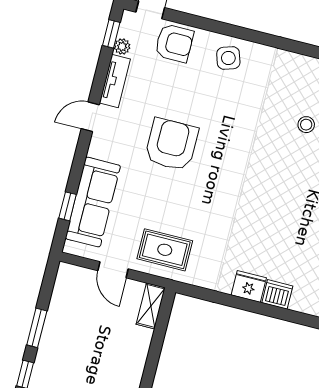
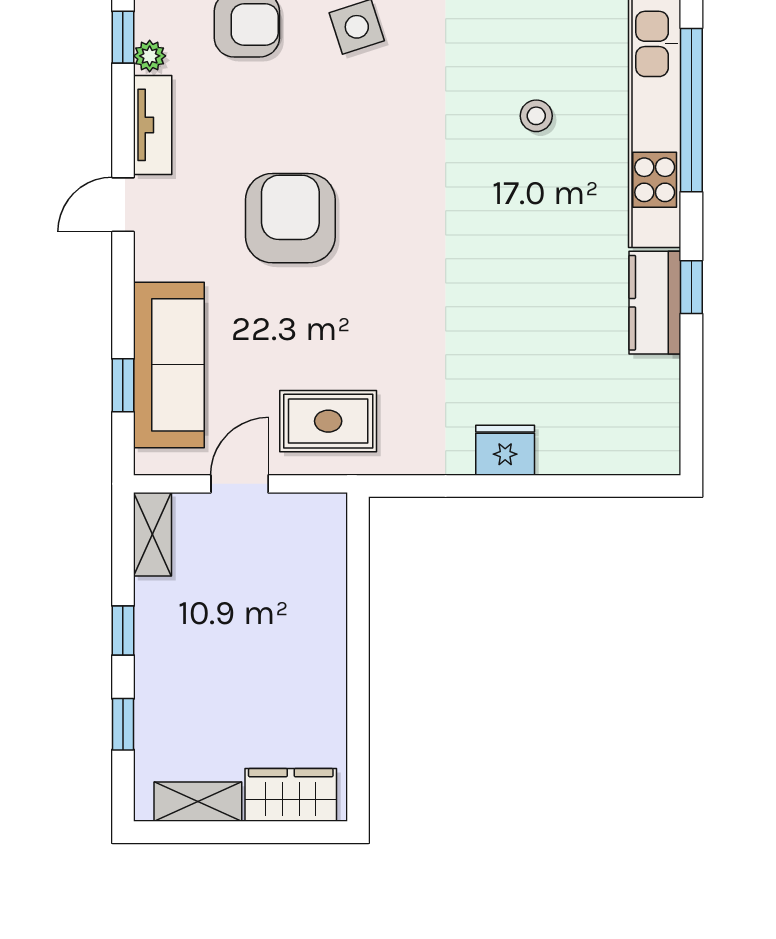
door: (113, 270) -> (240, 484), swing flipped
dishwasher: (277, 294) -> (563, 452), removed
shelving: (151, 306) -> (153, 534), moved
window: (37, 328) -> (123, 631), width x0.67

